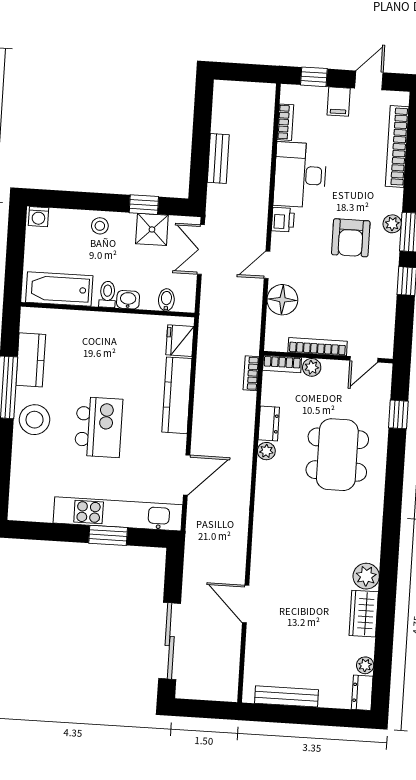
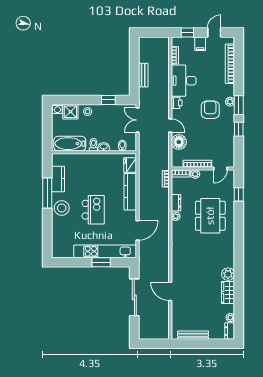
shower: (152, 229) -> (70, 112), moved
armchair: (351, 238) -> (210, 110), turned 180
door: (267, 265) -> (170, 125), swing flipped
sliding door: (170, 641) -> (134, 297), moved

